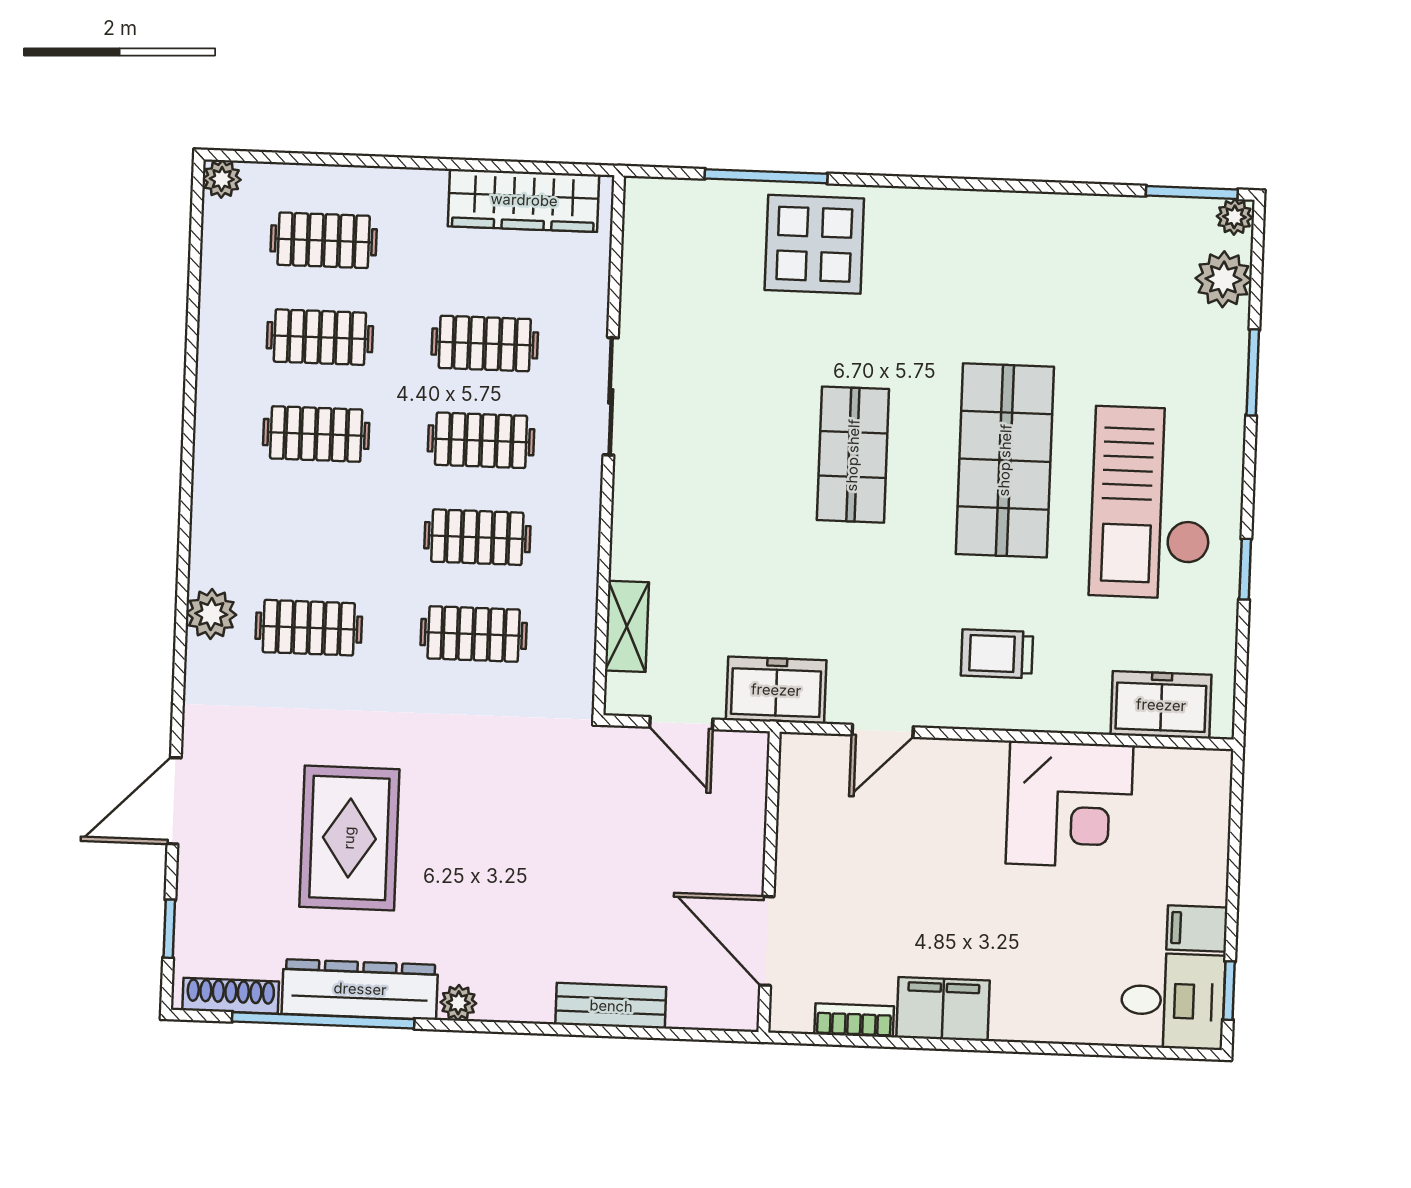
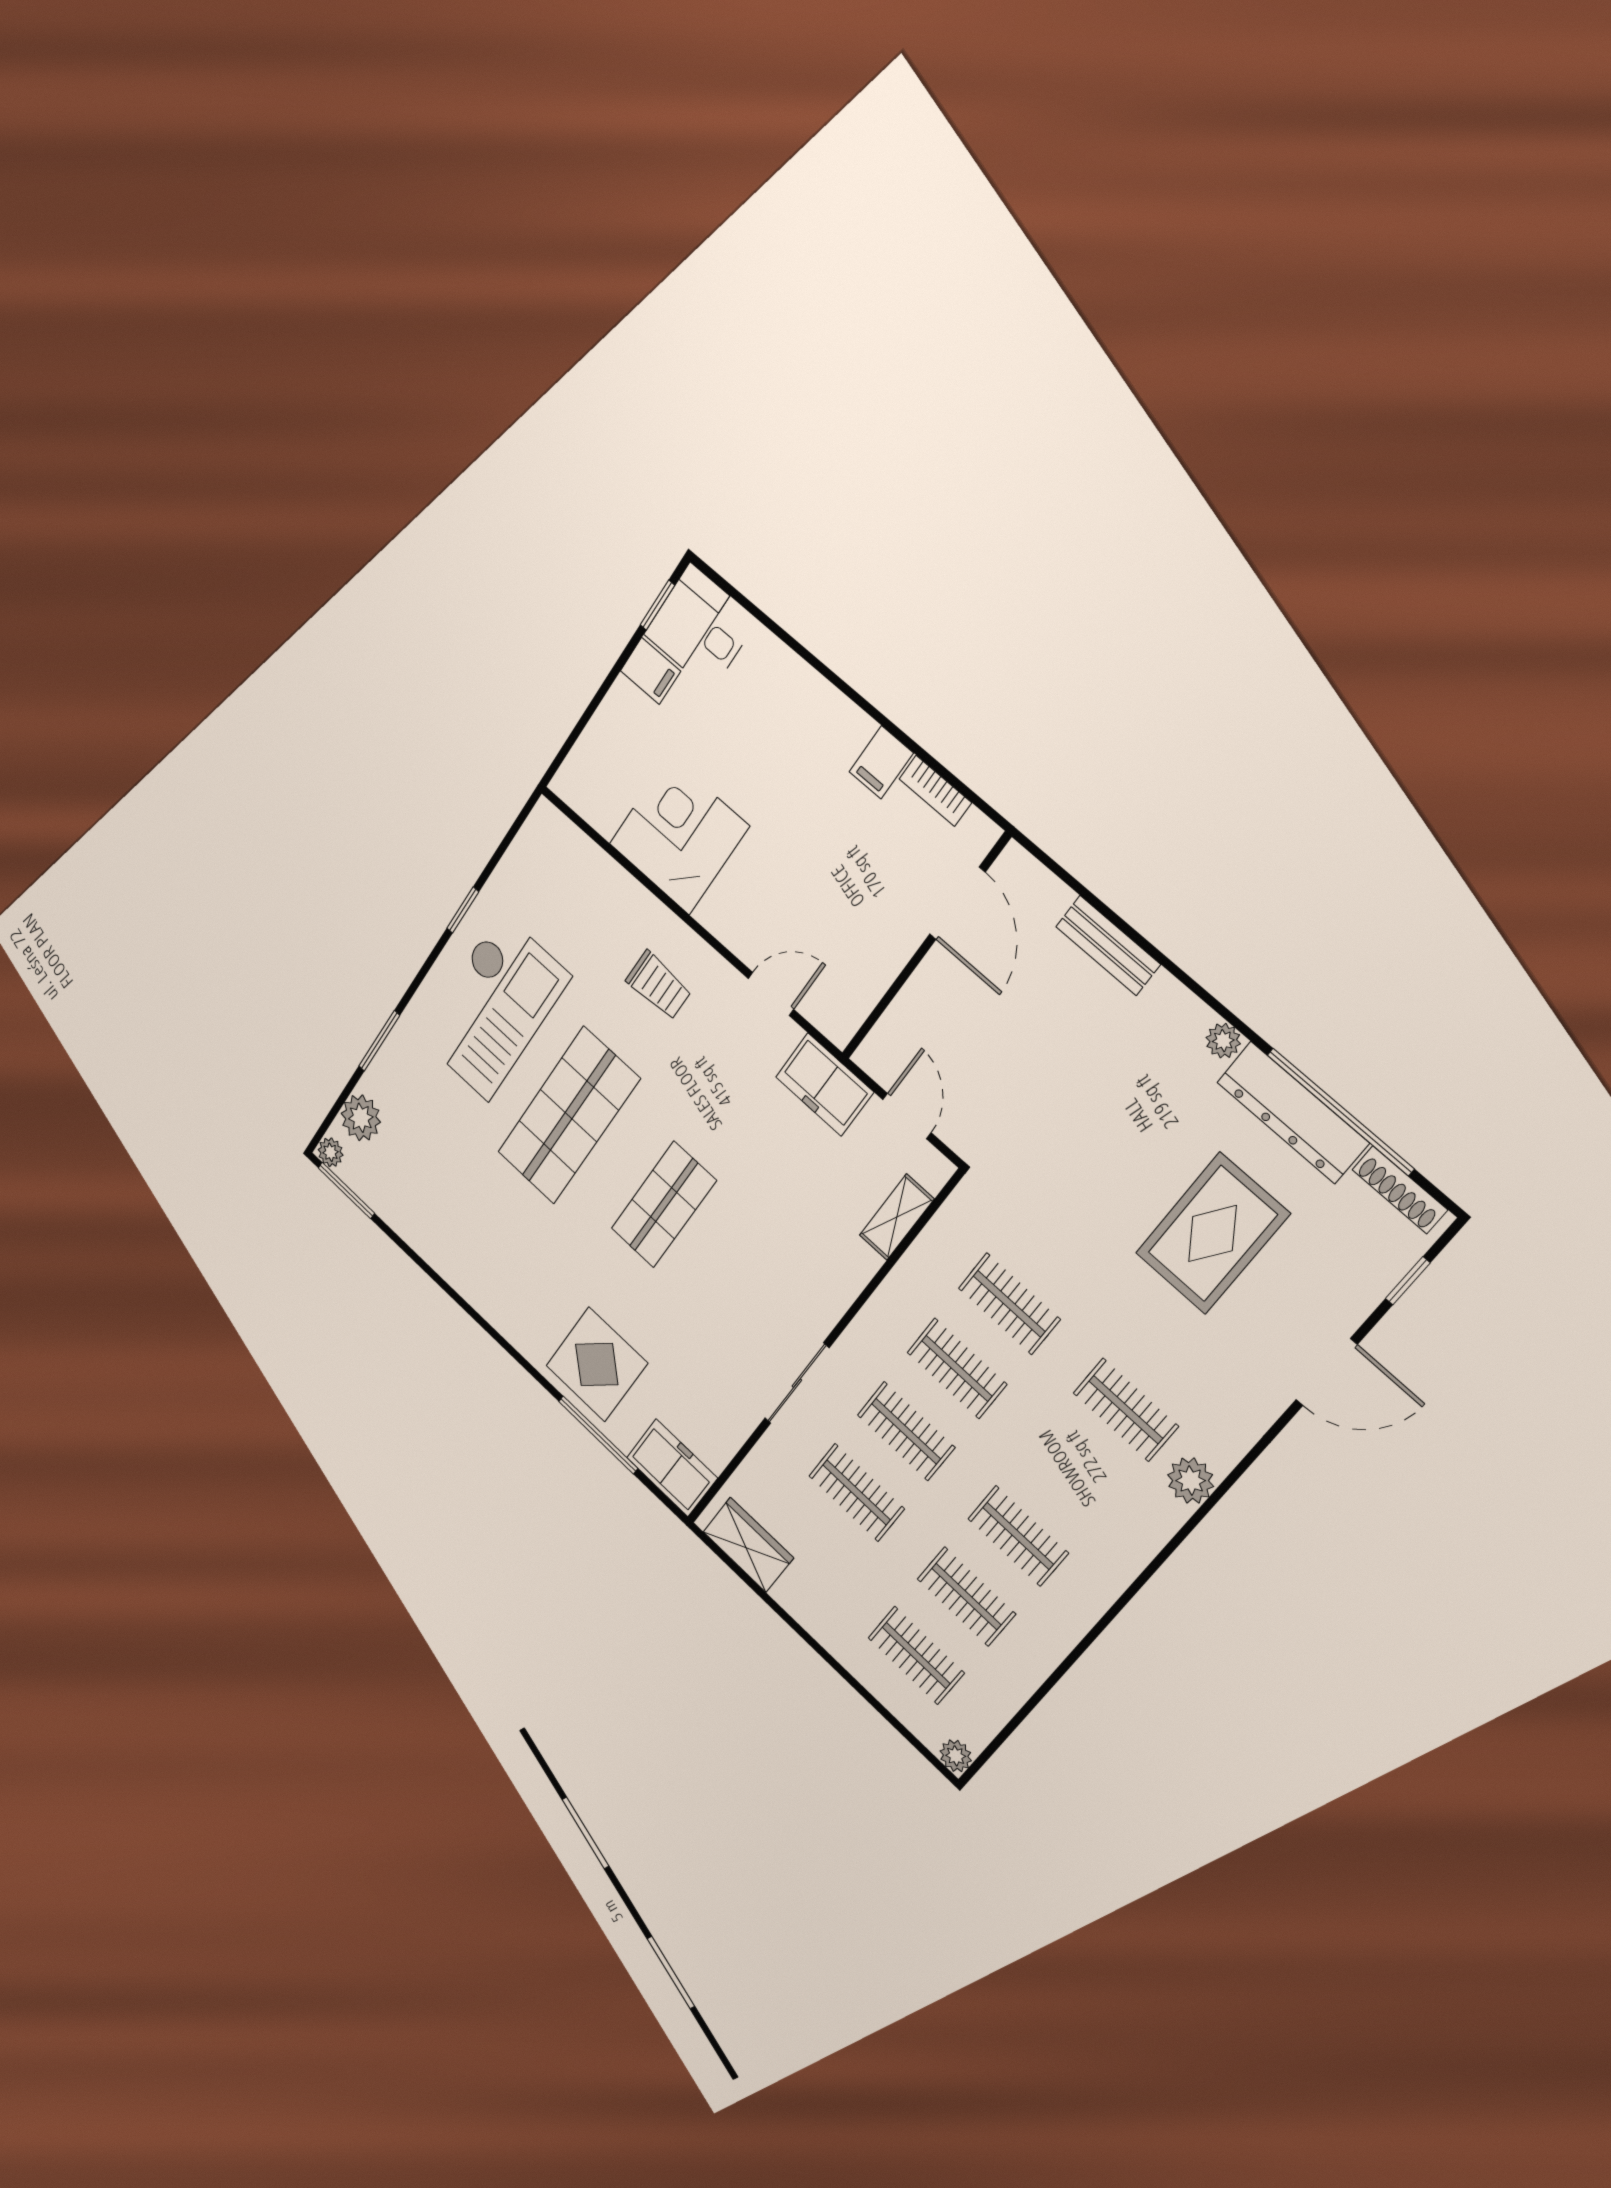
wardrobe: (524, 200) -> (748, 1545), width x0.67
freezer: (1161, 705) -> (672, 1468), moved, turned 180
filing cabinet: (943, 1009) -> (881, 762), width x0.50

